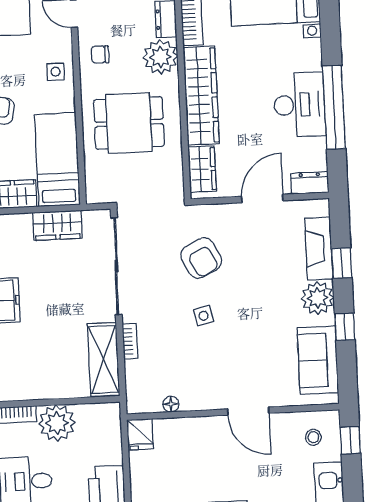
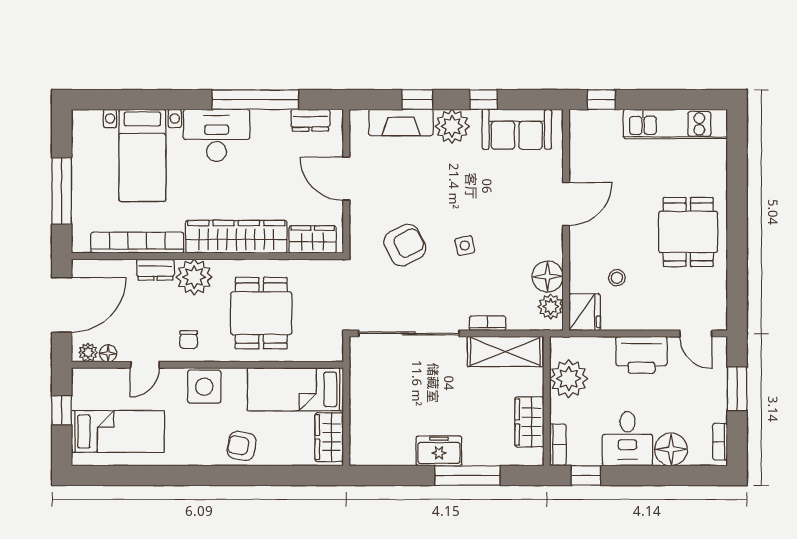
side table: (56, 72) -> (204, 387), width x1.87, depth x1.87
desk: (299, 105) -> (217, 135), moved
dresser: (310, 183) -> (310, 120), moved, turned -90
wardrobe: (57, 225) -> (529, 422), moved, turned 180
plant: (149, 401) -> (551, 307), added
floor lamp: (171, 404) -> (548, 277), width x1.89, depth x1.89
plant: (57, 423) -> (569, 379), moved
fridge: (140, 434) -> (585, 312), width x1.38
stool: (313, 437) -> (617, 278), moved

